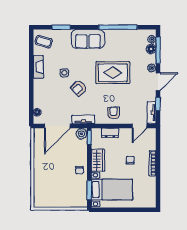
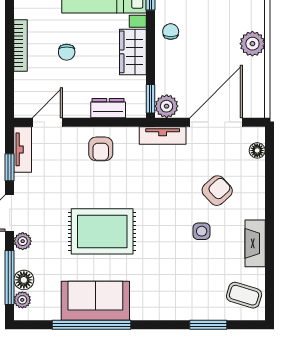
sofa: (88, 39) -> (95, 301), moved
armchair: (79, 88) -> (217, 191), moved
plant: (40, 164) -> (252, 44), added

